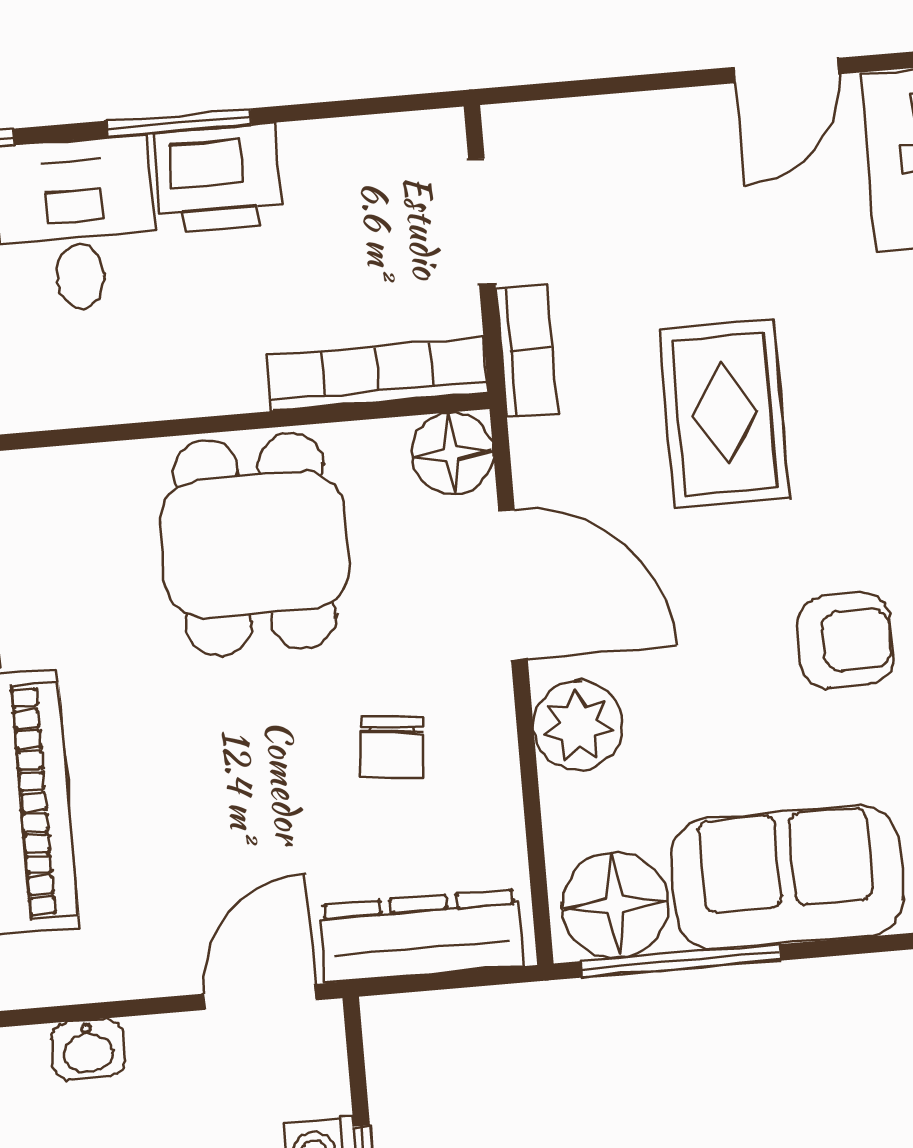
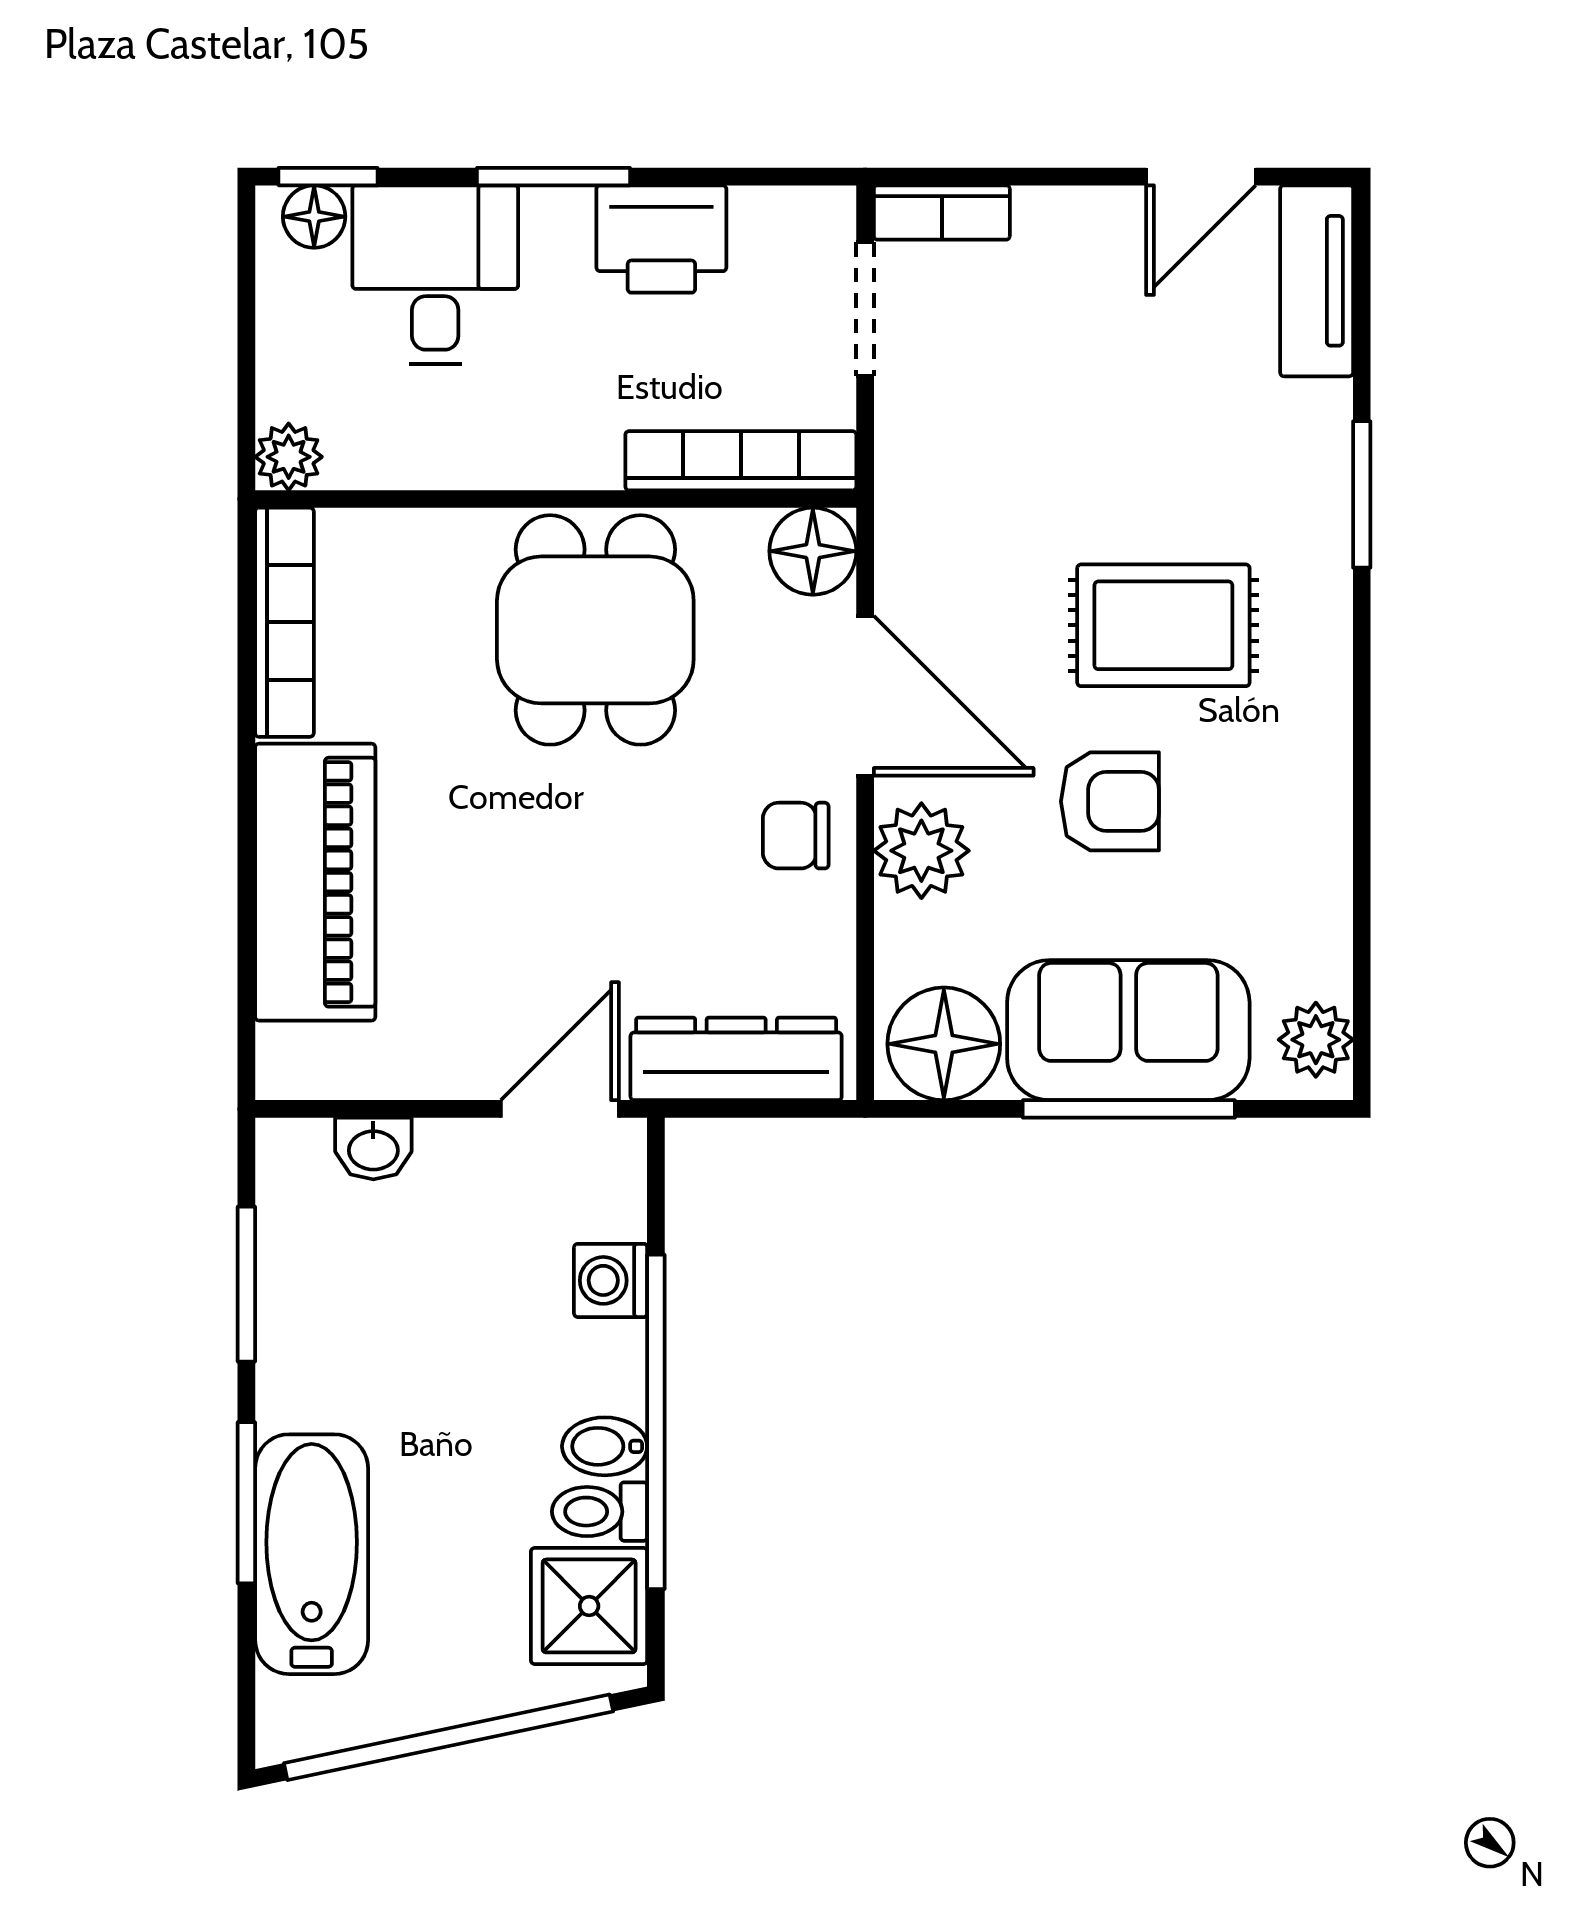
printer: (218, 178) -> (661, 239), moved
bookcase: (527, 351) -> (942, 213), moved, turned 90
rug: (725, 414) -> (1163, 625), moved, turned 90
armchair: (846, 640) -> (1110, 801), moved
chair: (392, 748) -> (796, 836), moved, turned 84
window: (681, 961) -> (1129, 1109), moved

